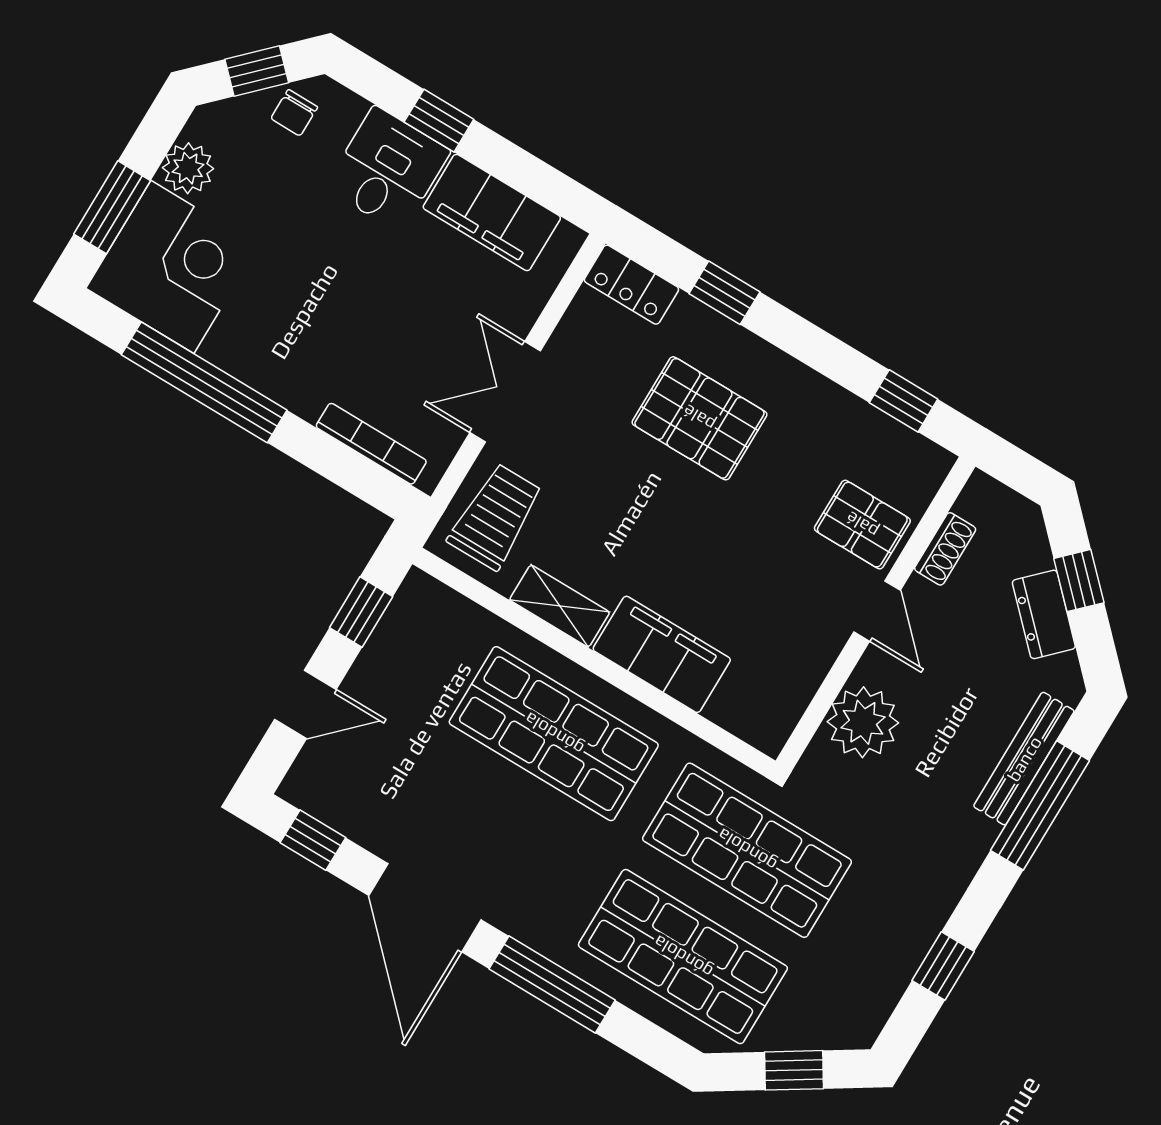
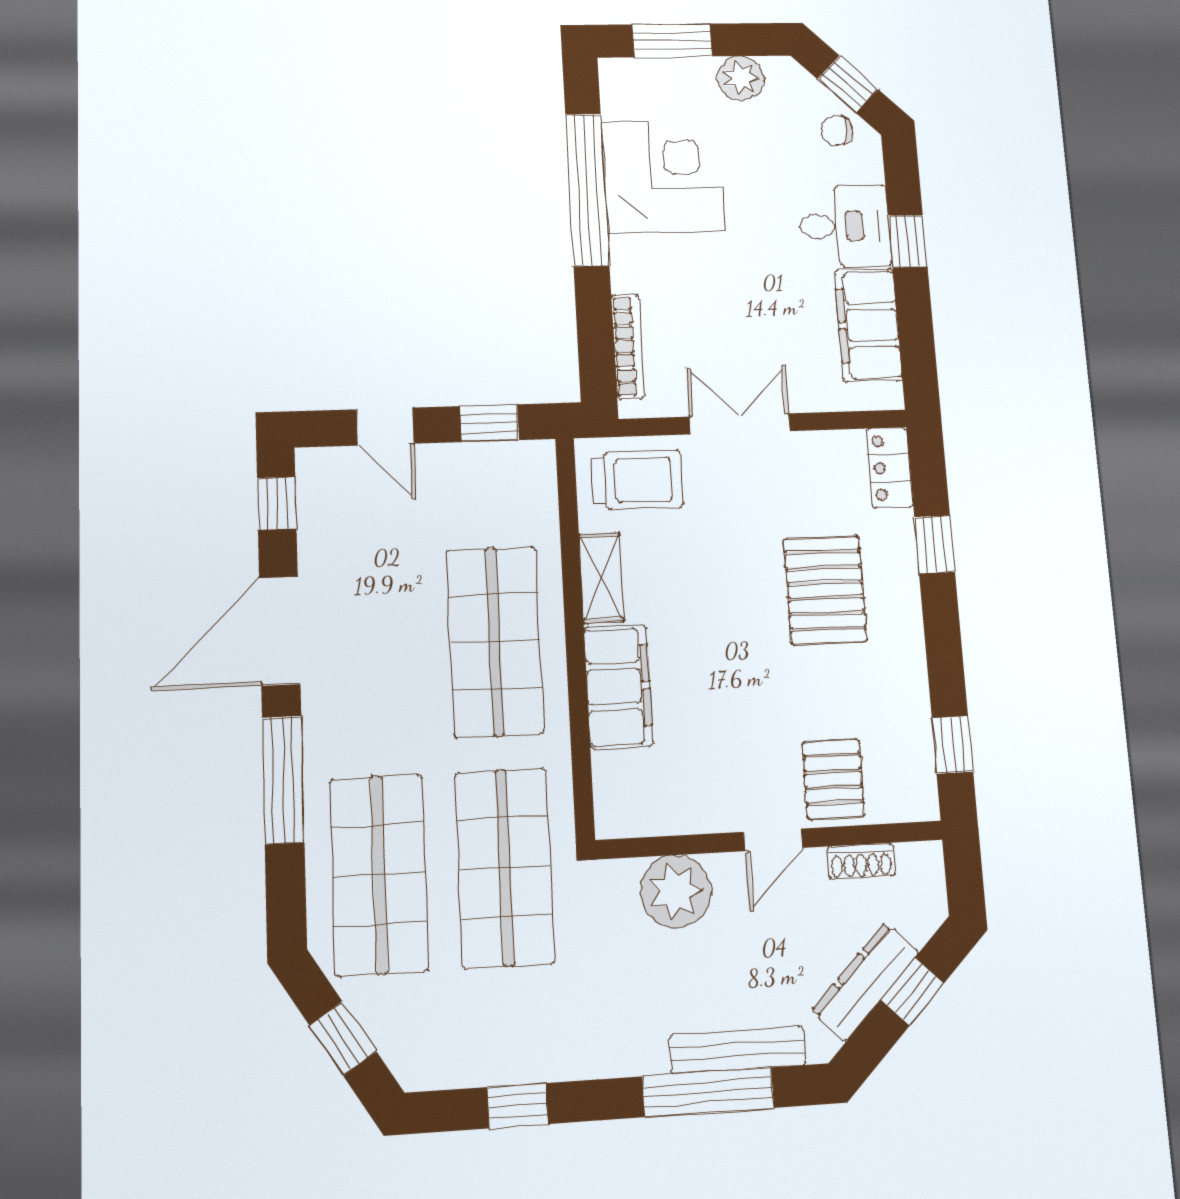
corner desk: (172, 267) -> (663, 176), moved, turned -90
dresser: (1044, 614) -> (865, 982), width x1.44

